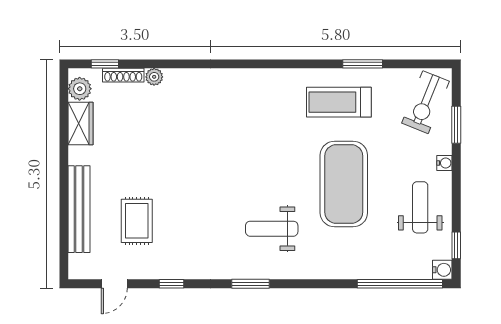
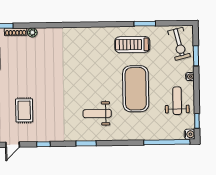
exercise bike: (425, 102) -> (179, 44), turned -36

